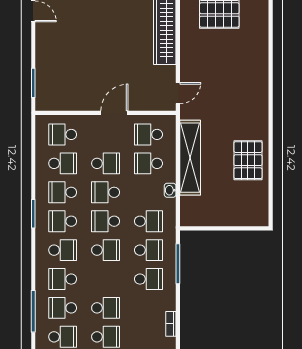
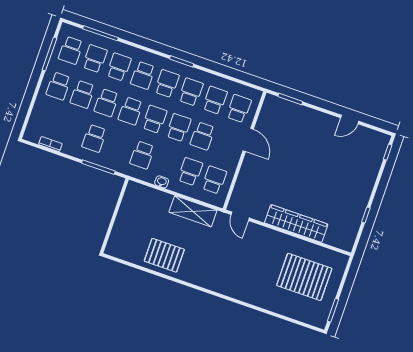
door: (114, 113) -> (248, 140), moved
shelving: (190, 158) -> (193, 211), width x0.68
school desk: (63, 163) -> (215, 100), turned 180
school desk: (148, 250) -> (106, 103), moved

